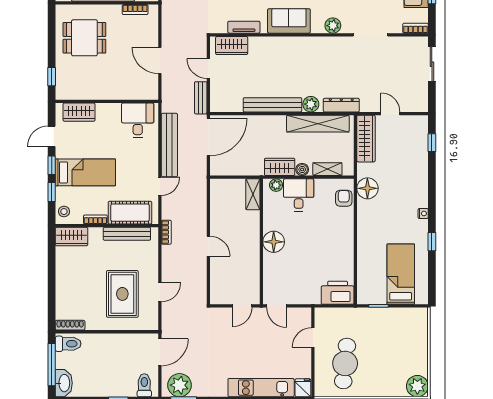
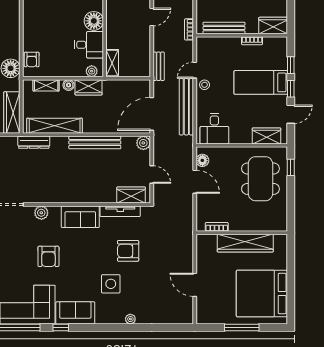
tv unit: (244, 27) -> (120, 211), width x1.41
dining table: (84, 38) -> (260, 179), moved, width x1.38
floor lamp: (151, 85) -> (202, 160), added
bench: (201, 98) -> (159, 66), moved
plant: (311, 104) -> (143, 143), moved
desk: (299, 195) -> (89, 45), moved, turned -90
stool: (64, 212) -> (205, 85), moved
cot: (130, 213) -> (221, 47), removed
door: (208, 246) -> (152, 17), swing flipped

